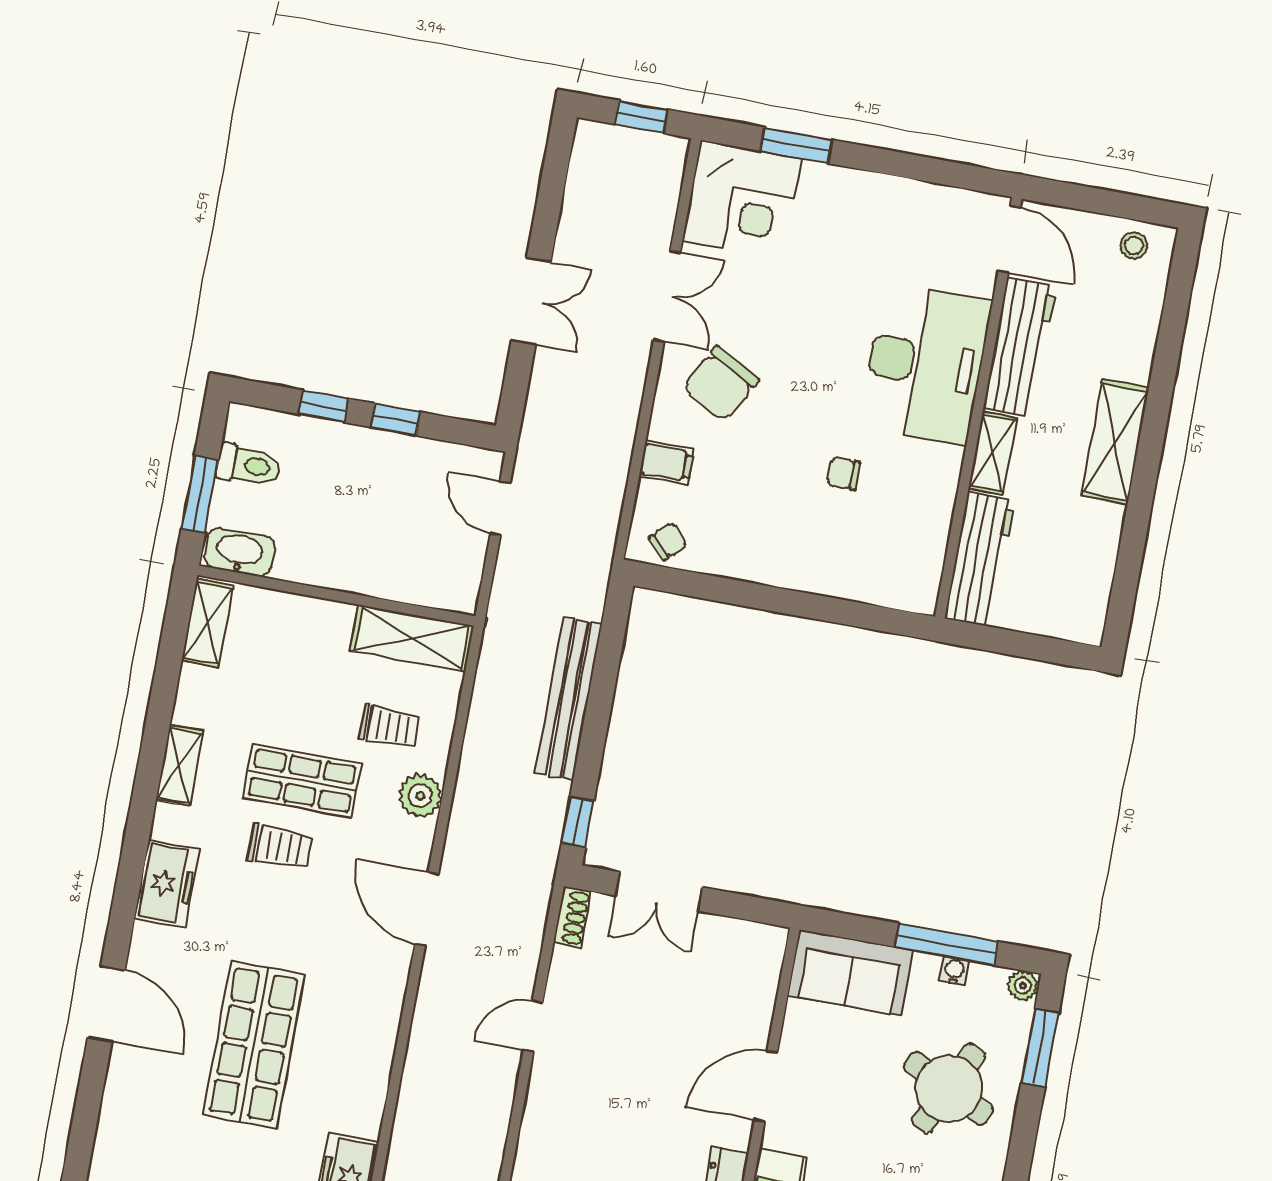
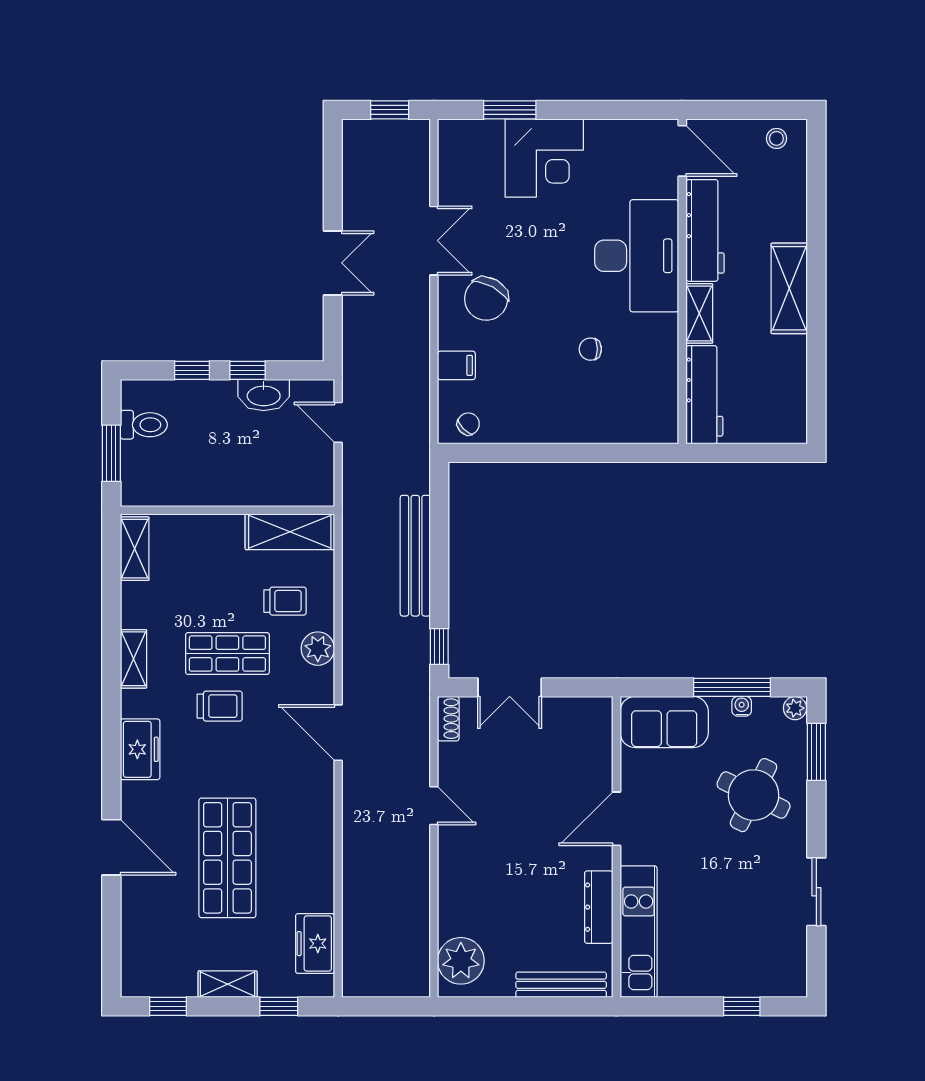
corner desk: (742, 200) -> (544, 158), moved
washbasin: (239, 552) -> (264, 395), moved, turned 180
door: (533, 1026) -> (434, 806), swing flipped

